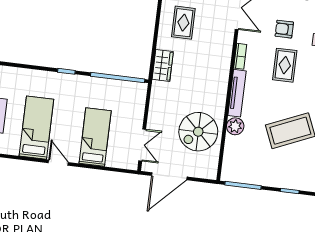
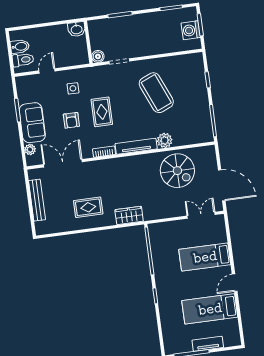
rug: (285, 65) -> (102, 112), turned 90

